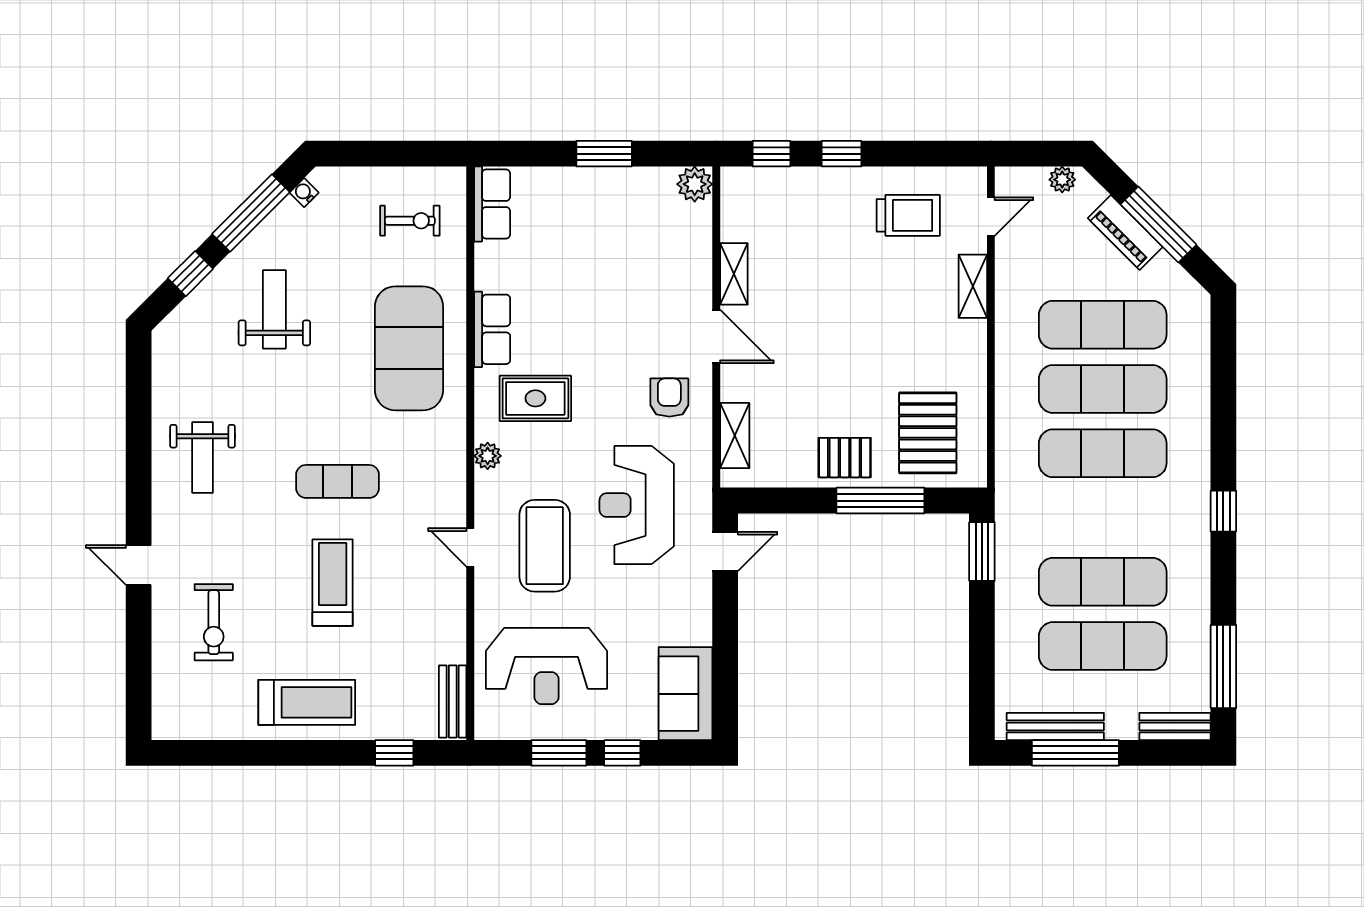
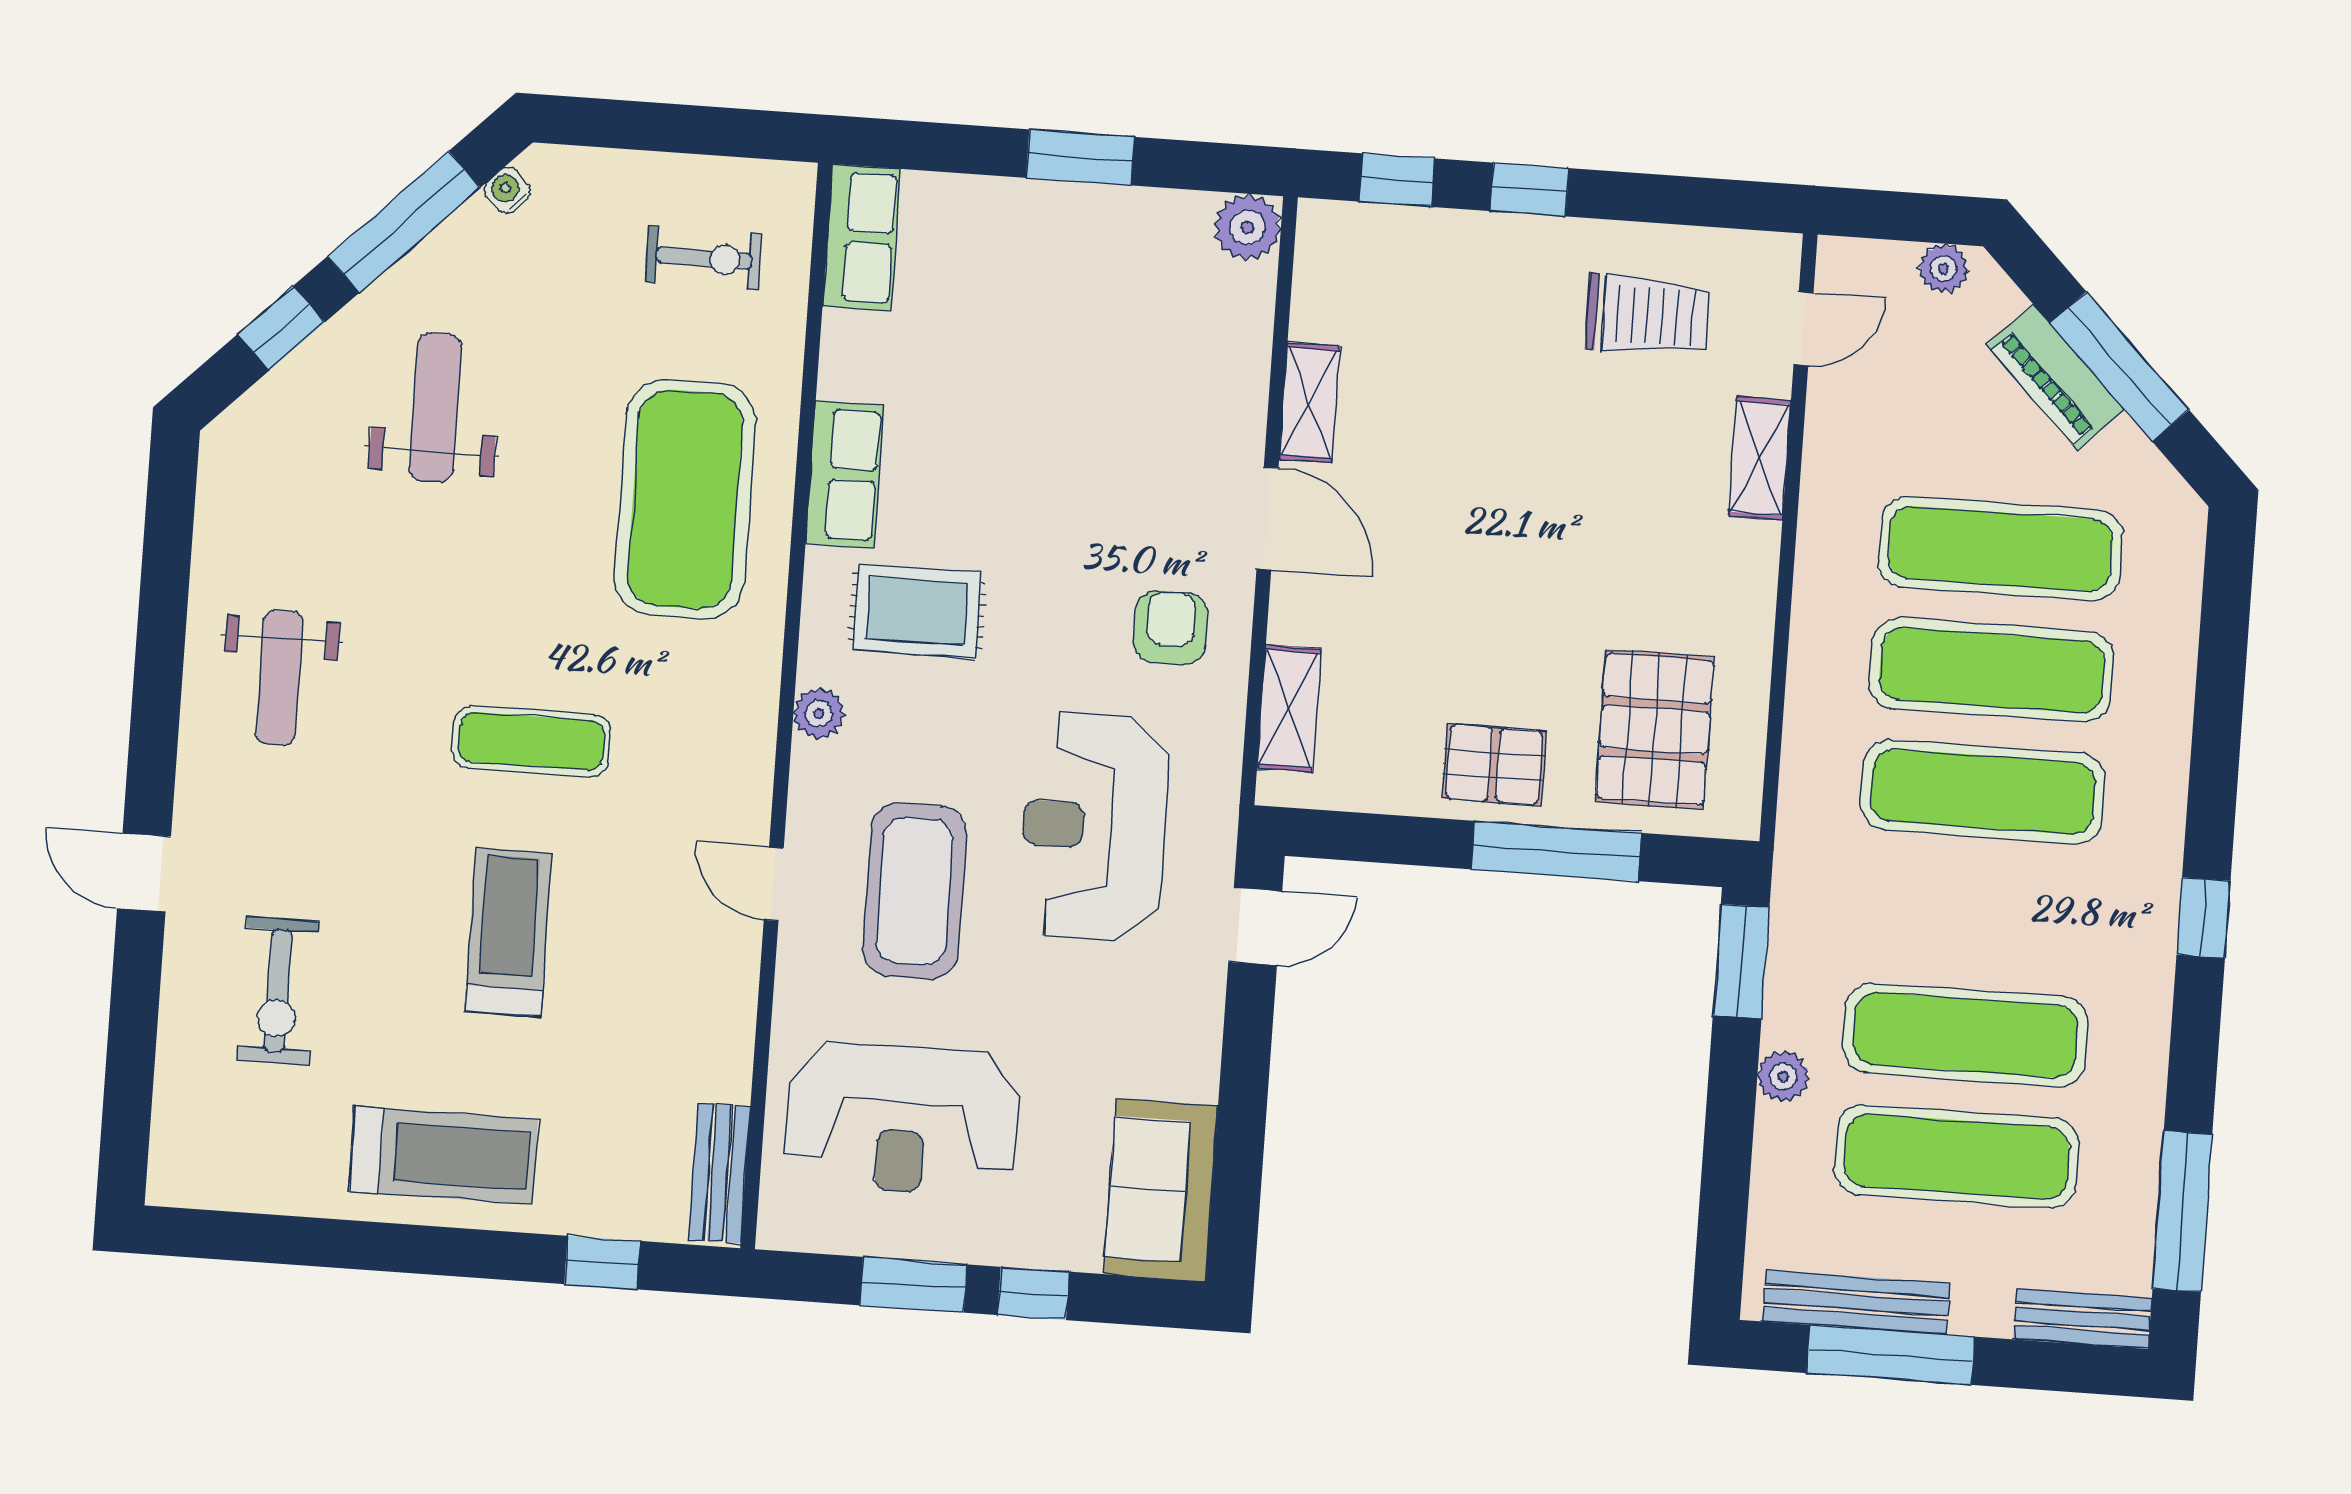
plant: (1008, 610) -> (1783, 1076), added

